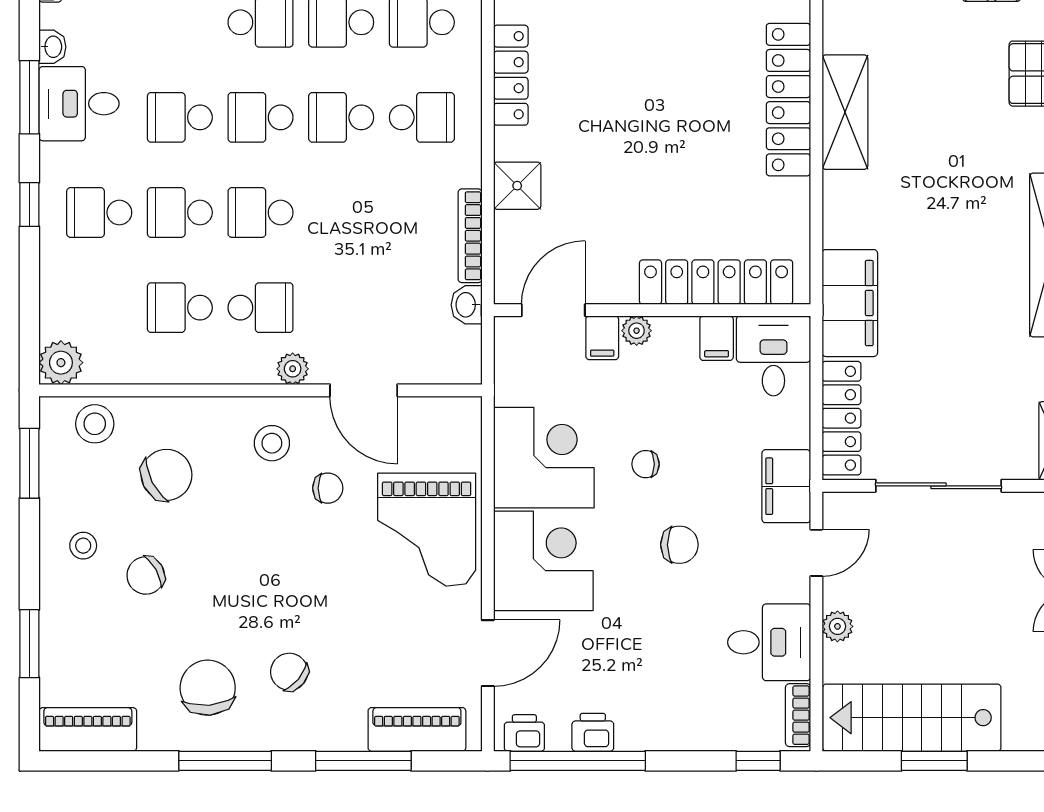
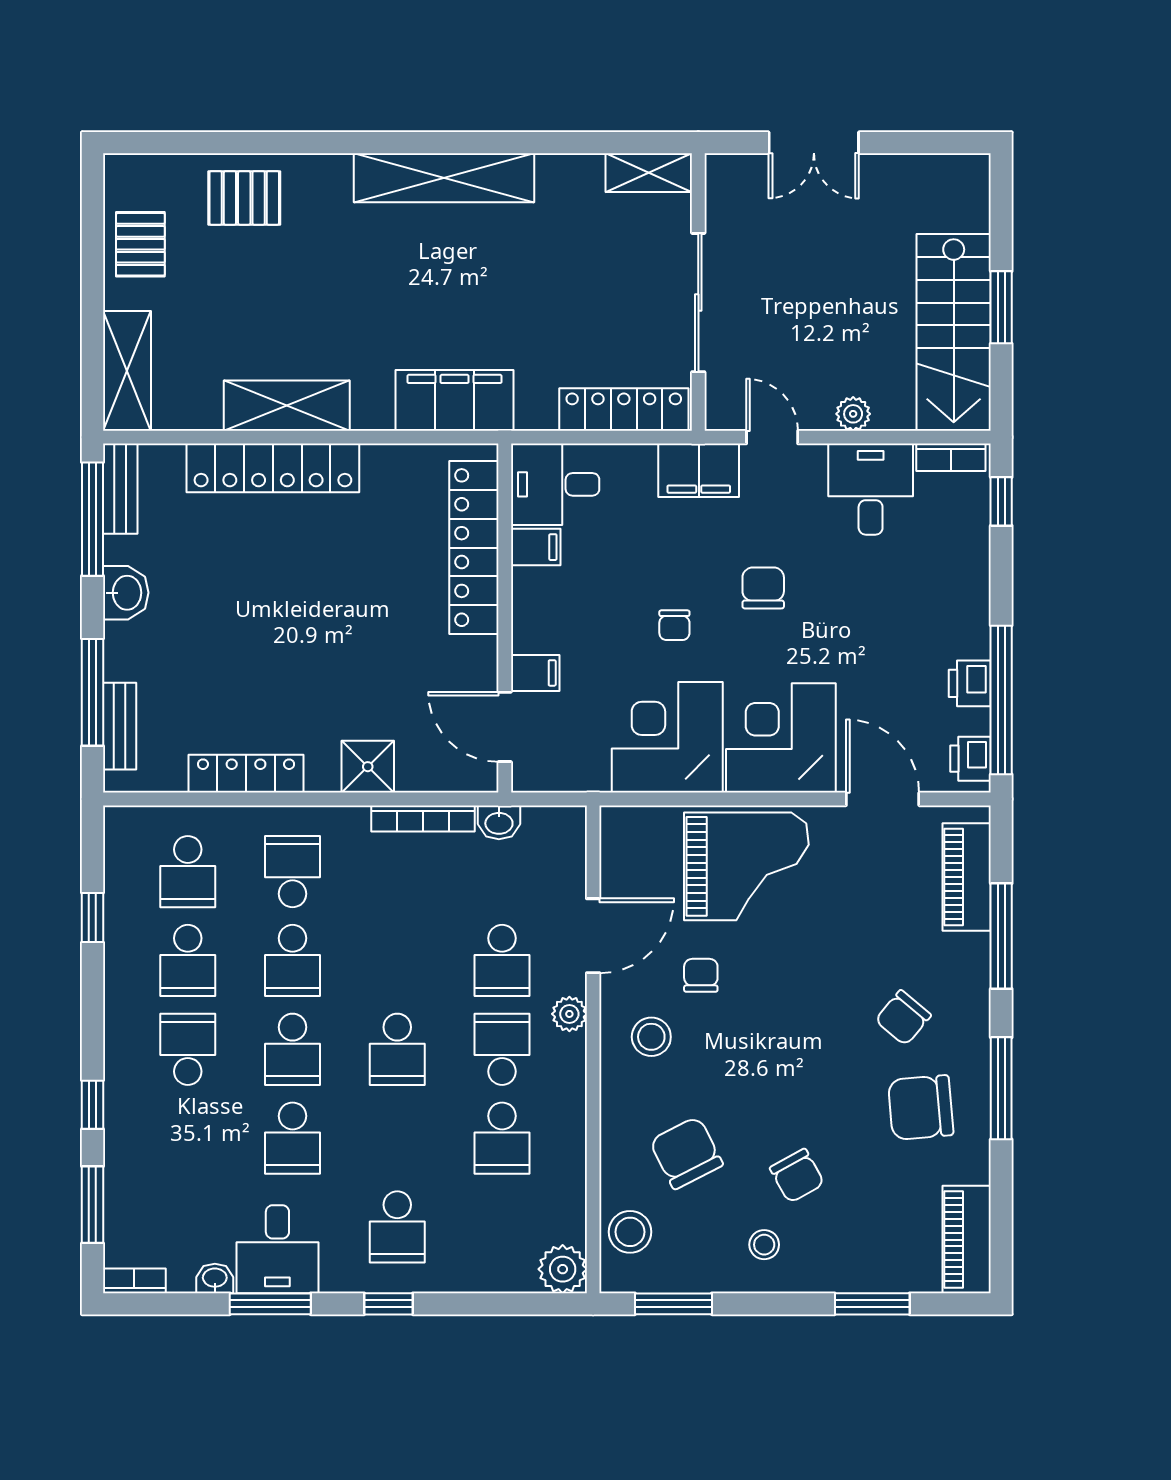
school desk: (180, 213) -> (502, 960), moved
filing cabinet: (850, 303) -> (455, 400), moved
plant: (637, 331) -> (527, 635), removed

